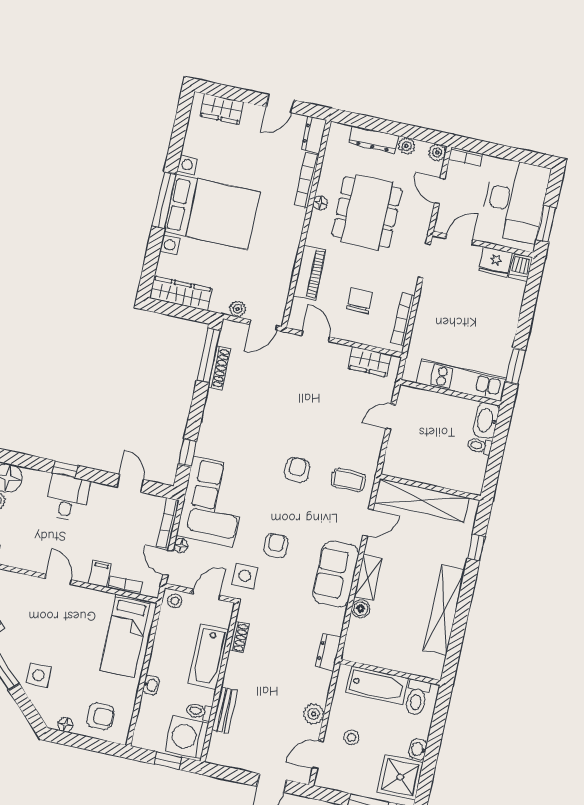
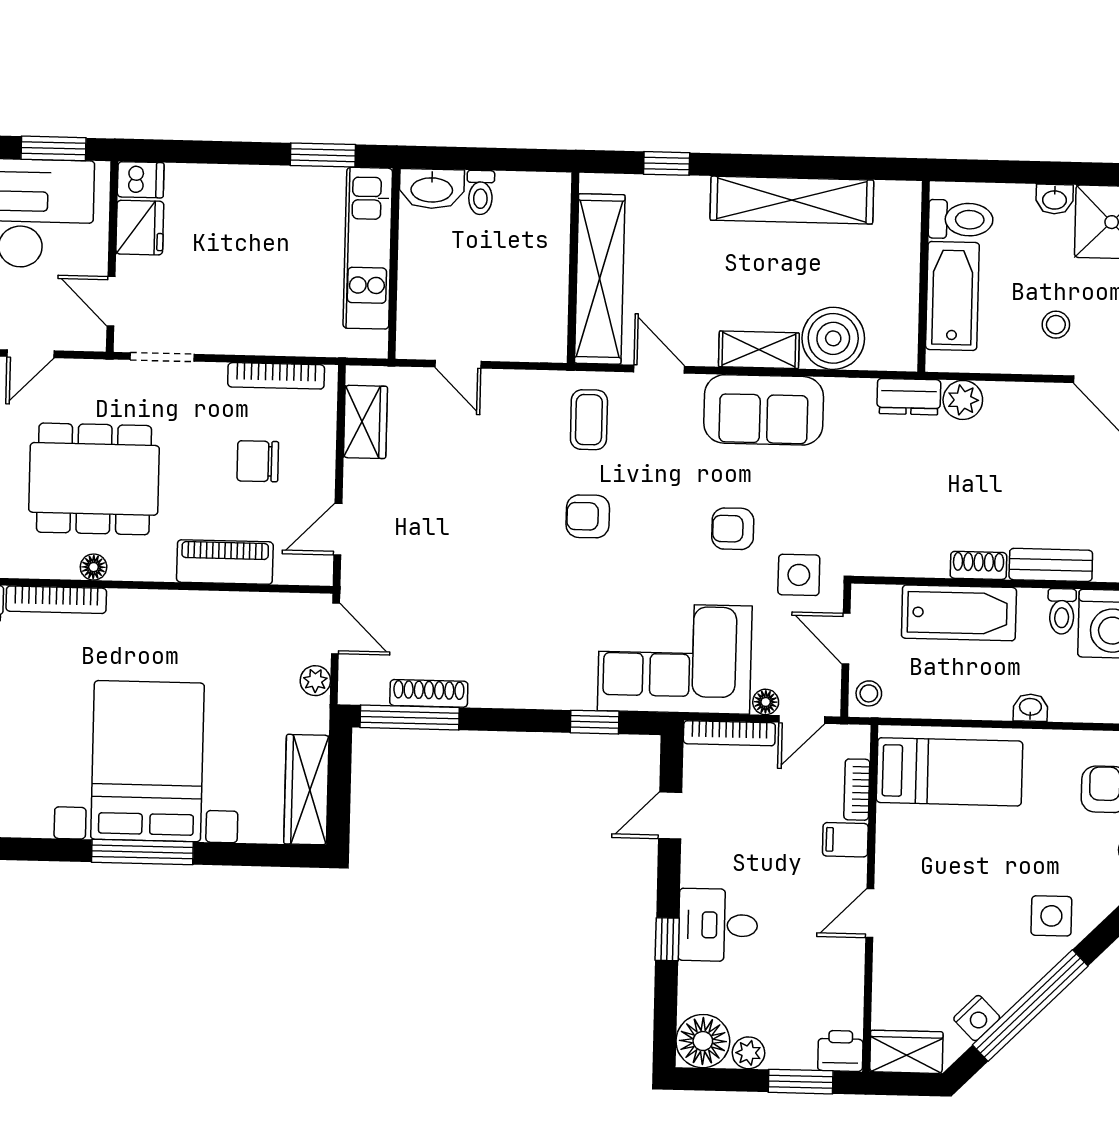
boiler: (361, 609) -> (833, 338), width x1.86, depth x1.86
shoe rack: (239, 637) -> (978, 565), moved
plant: (314, 714) -> (963, 400), moved

